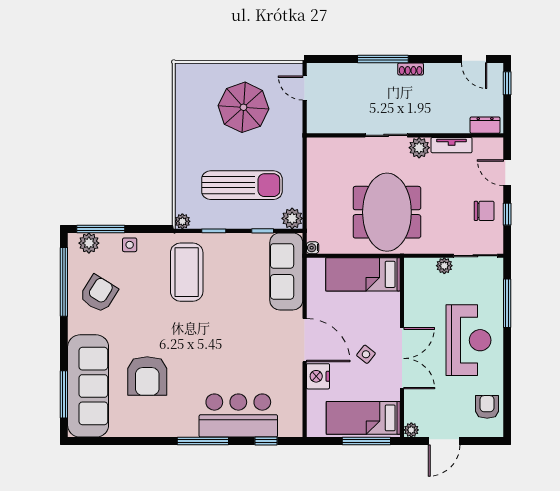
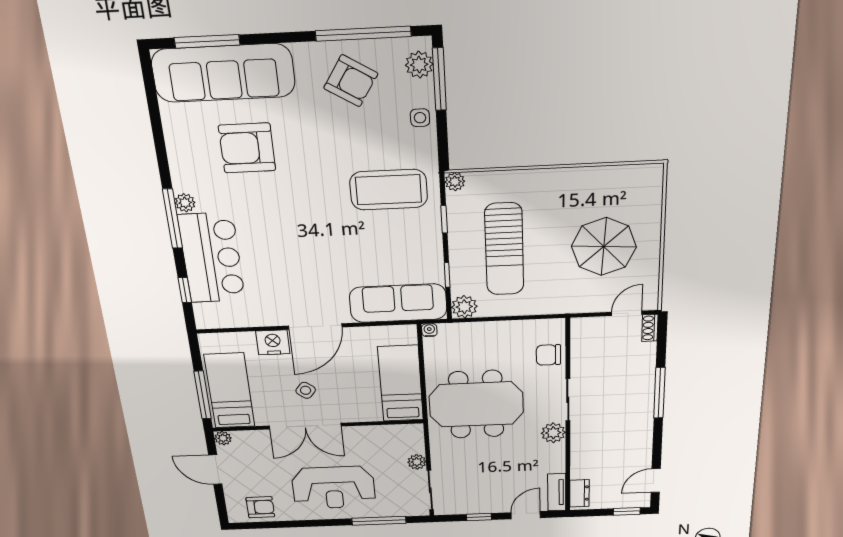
shoe rack: (411, 69) -> (650, 328), moved
tv unit: (452, 145) -> (557, 492), moved
chair: (484, 211) -> (548, 355), moved, turned 90
plant: (190, 429) -> (185, 203), added

